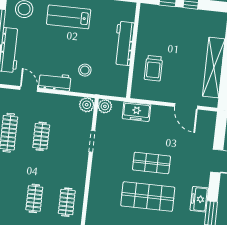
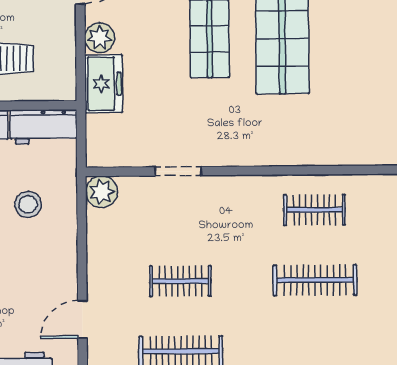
workbench: (55, 82) -> (44, 127), moved, turned -90
plant: (105, 106) -> (100, 38), moved
clothes rail: (34, 198) -> (315, 280), width x1.36

